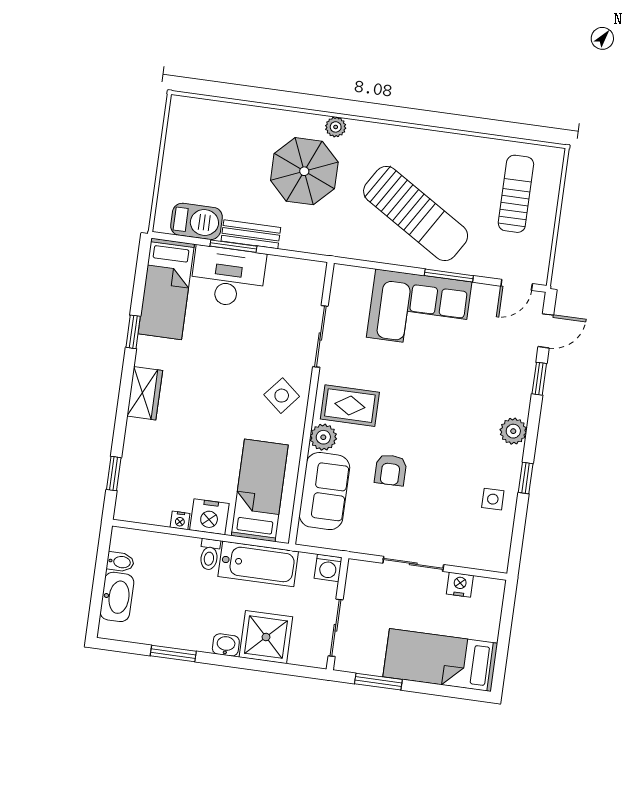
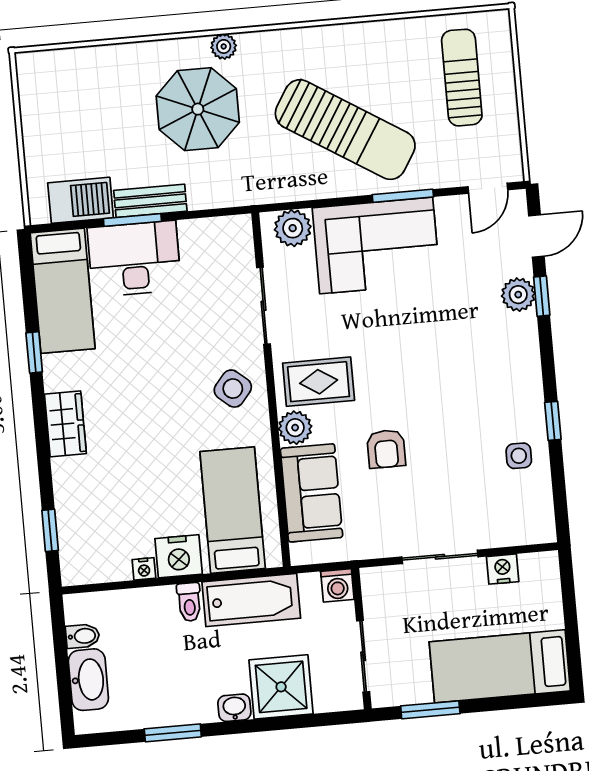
plant: (357, 281) -> (293, 228), added
plant: (513, 431) -> (518, 295), moved

